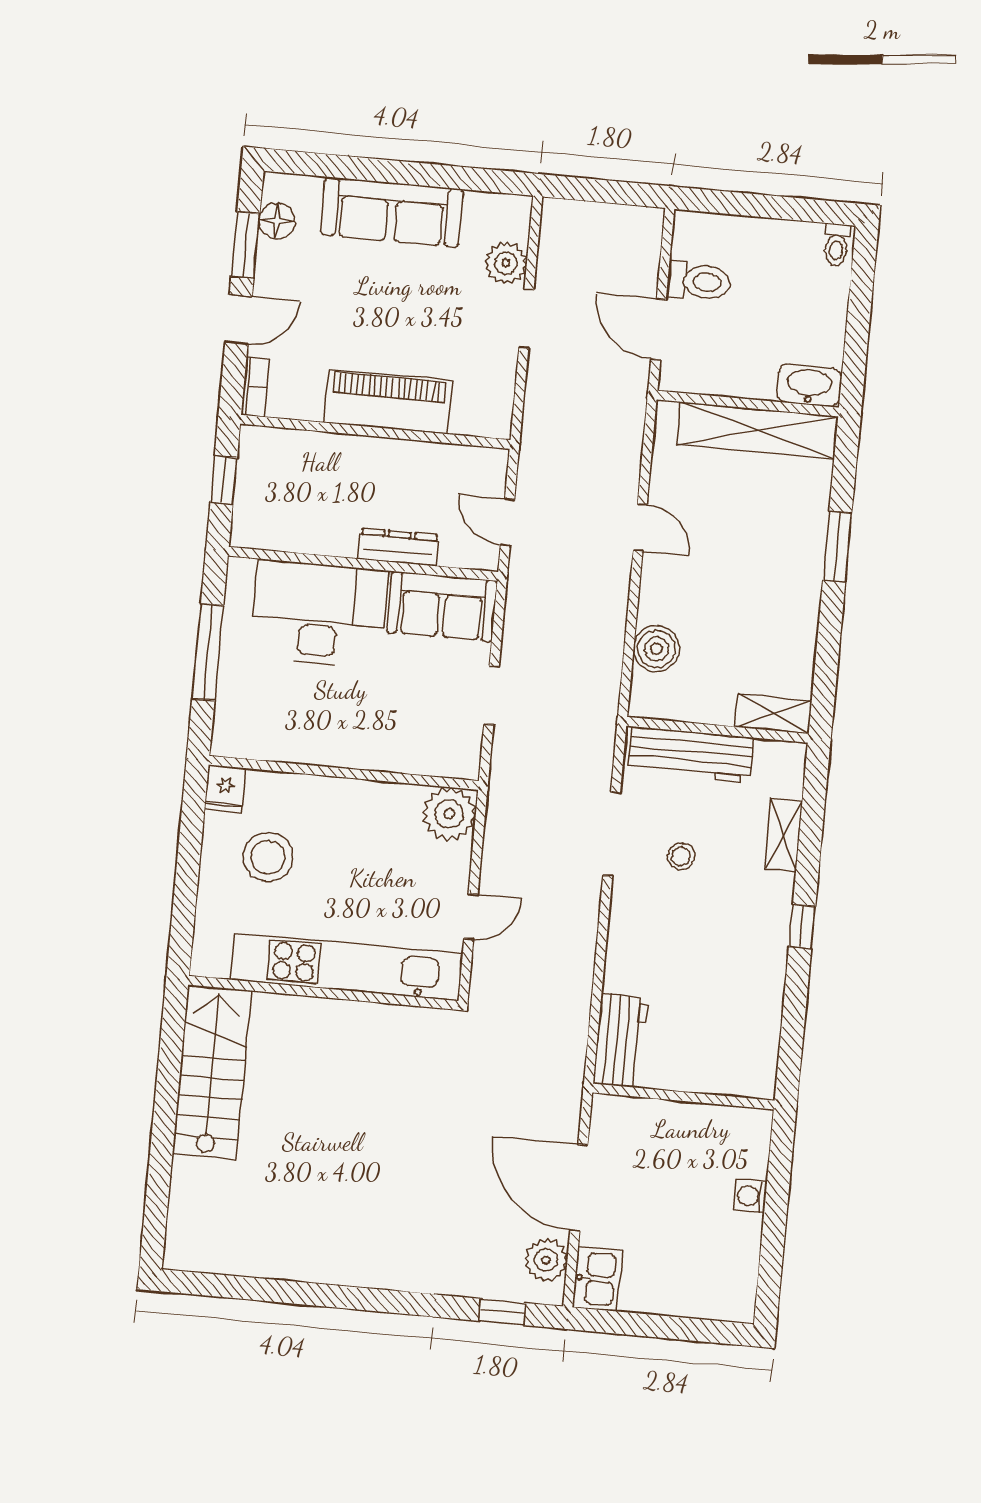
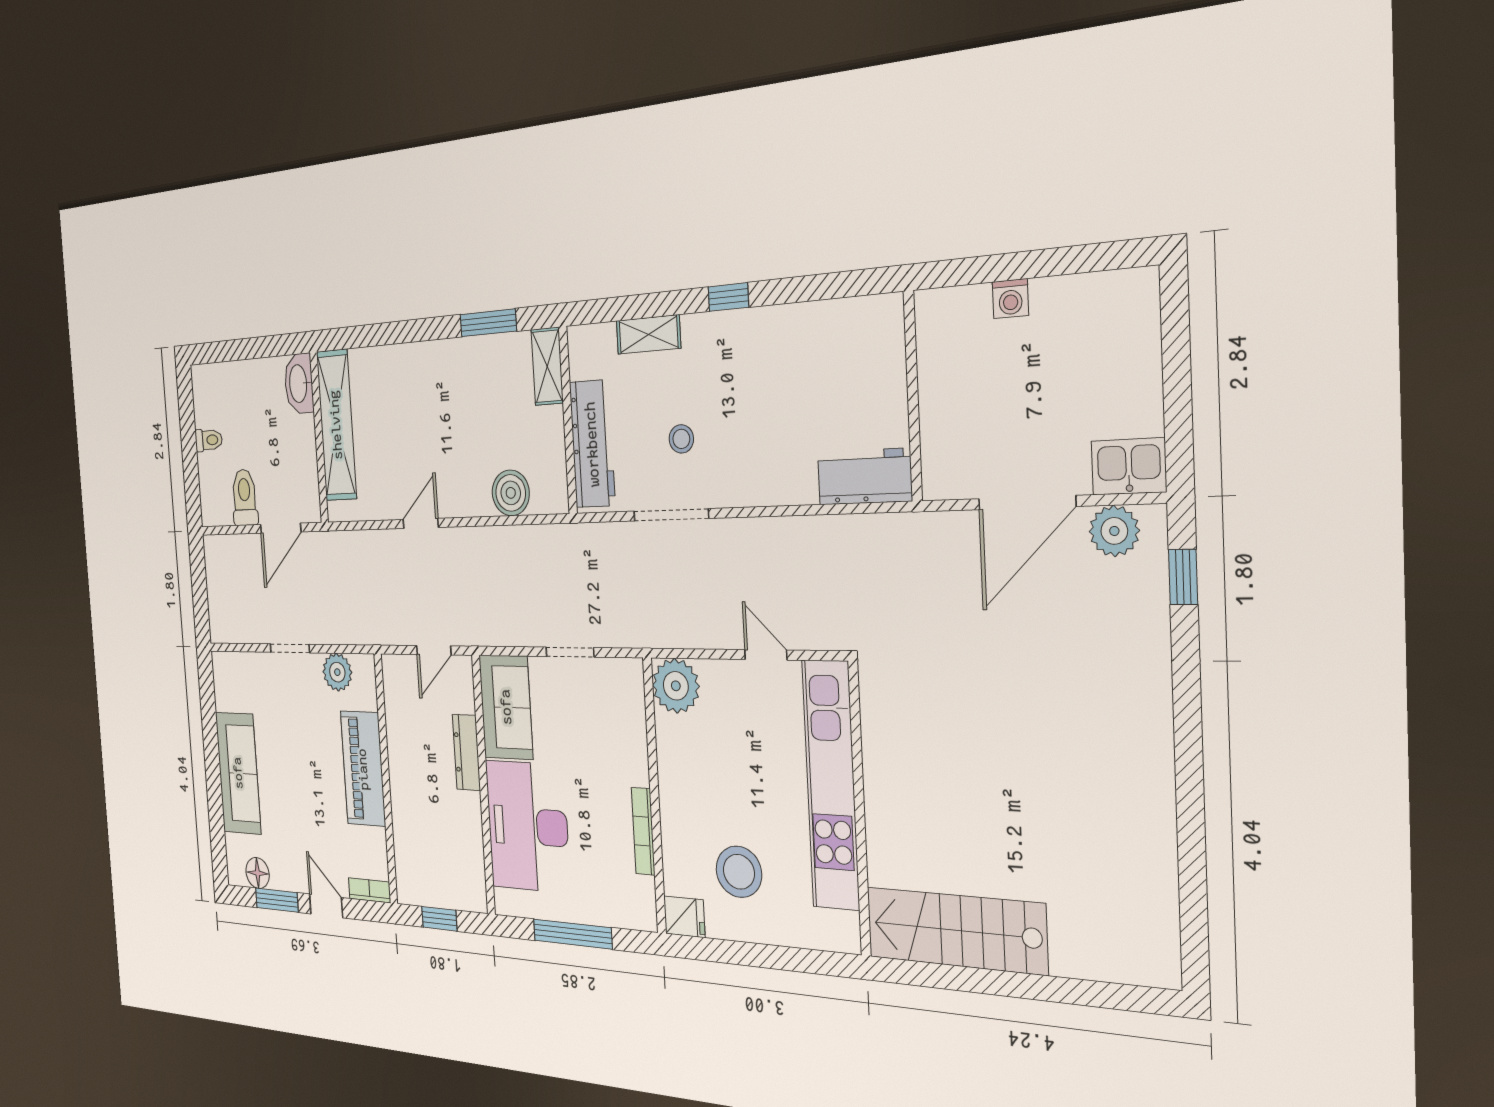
toilet: (837, 245) -> (209, 440), moved
plant: (506, 263) -> (337, 672), moved
window: (837, 547) -> (488, 323), moved
bookcase: (310, 754) -> (643, 831), added

